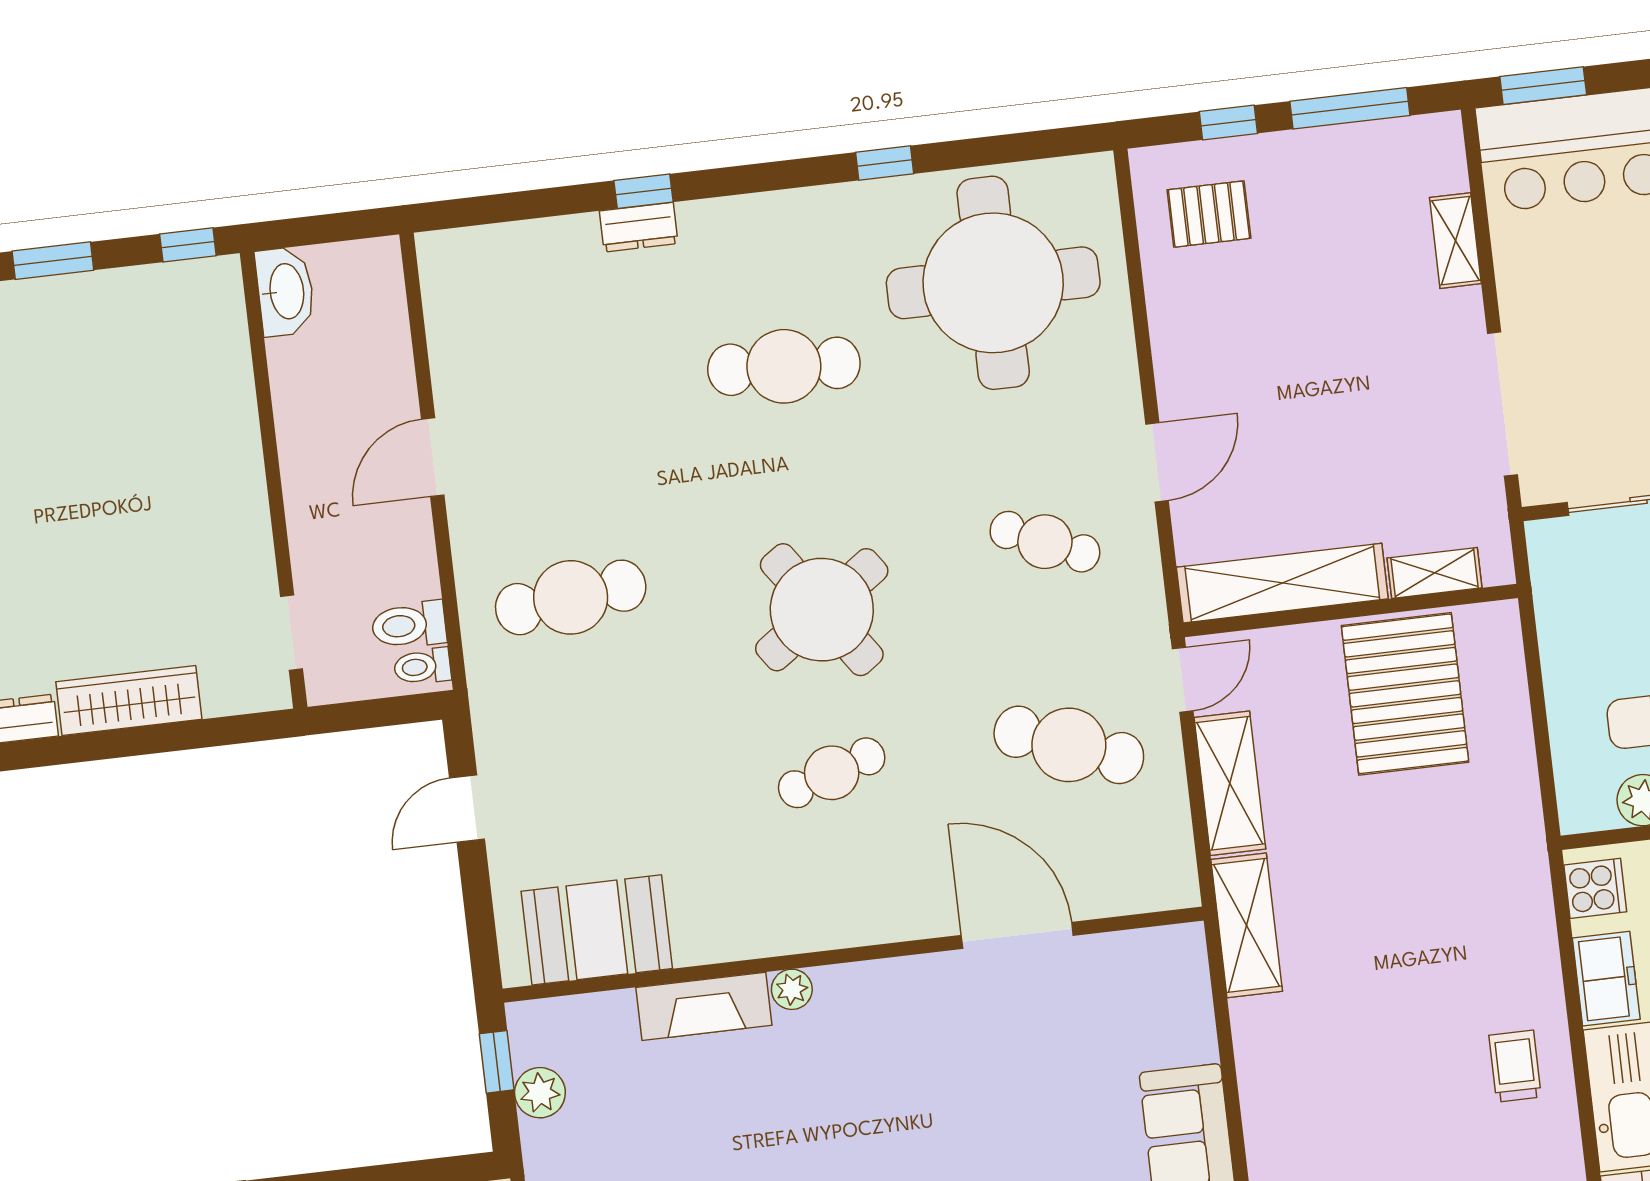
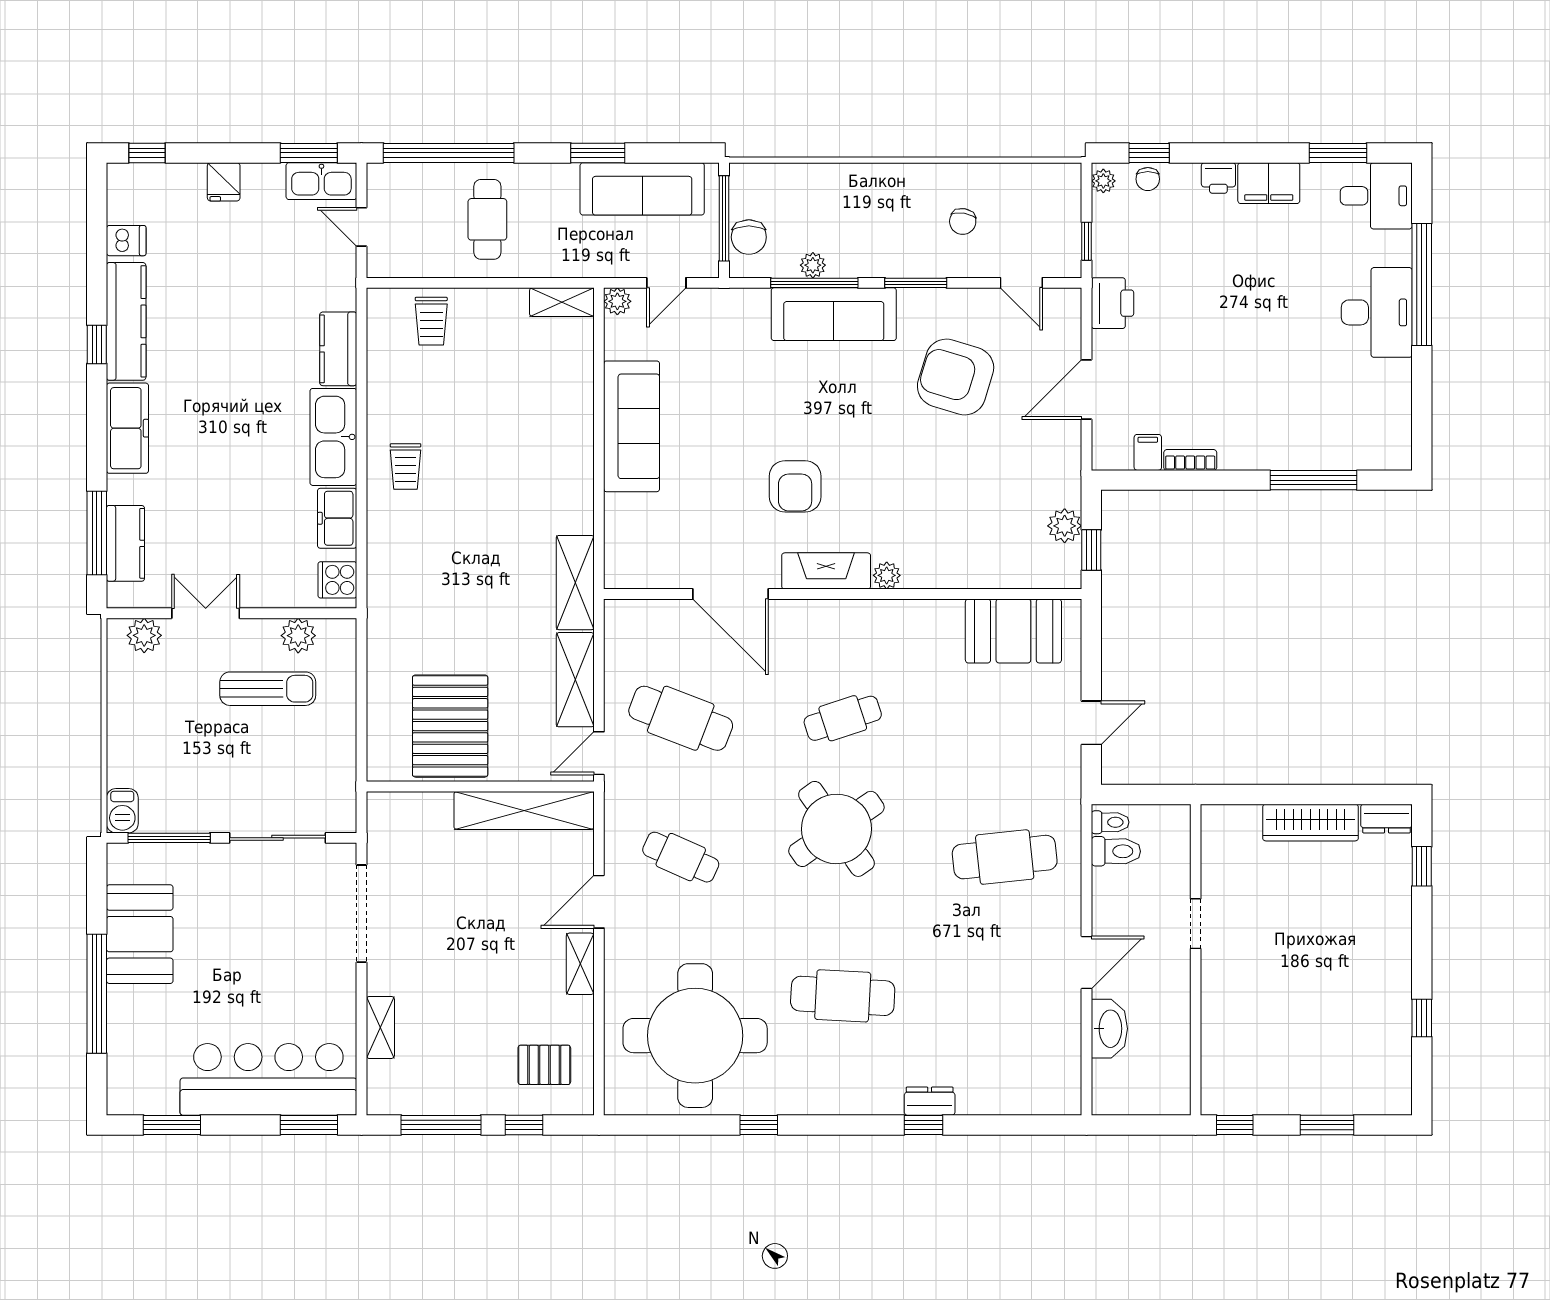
washbasin: (285, 291) -> (1109, 1029), moved, turned 180
shelving: (1435, 573) -> (580, 964), moved, turned 90
doorway: (292, 633) -> (1196, 924), moved
fireplace: (704, 1006) -> (826, 571), moved
armchair: (941, 1104) -> (795, 486), added

